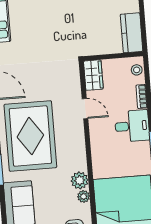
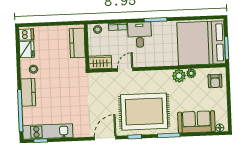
kitchen counter: (132, 33) -> (77, 43), moved, turned 90

